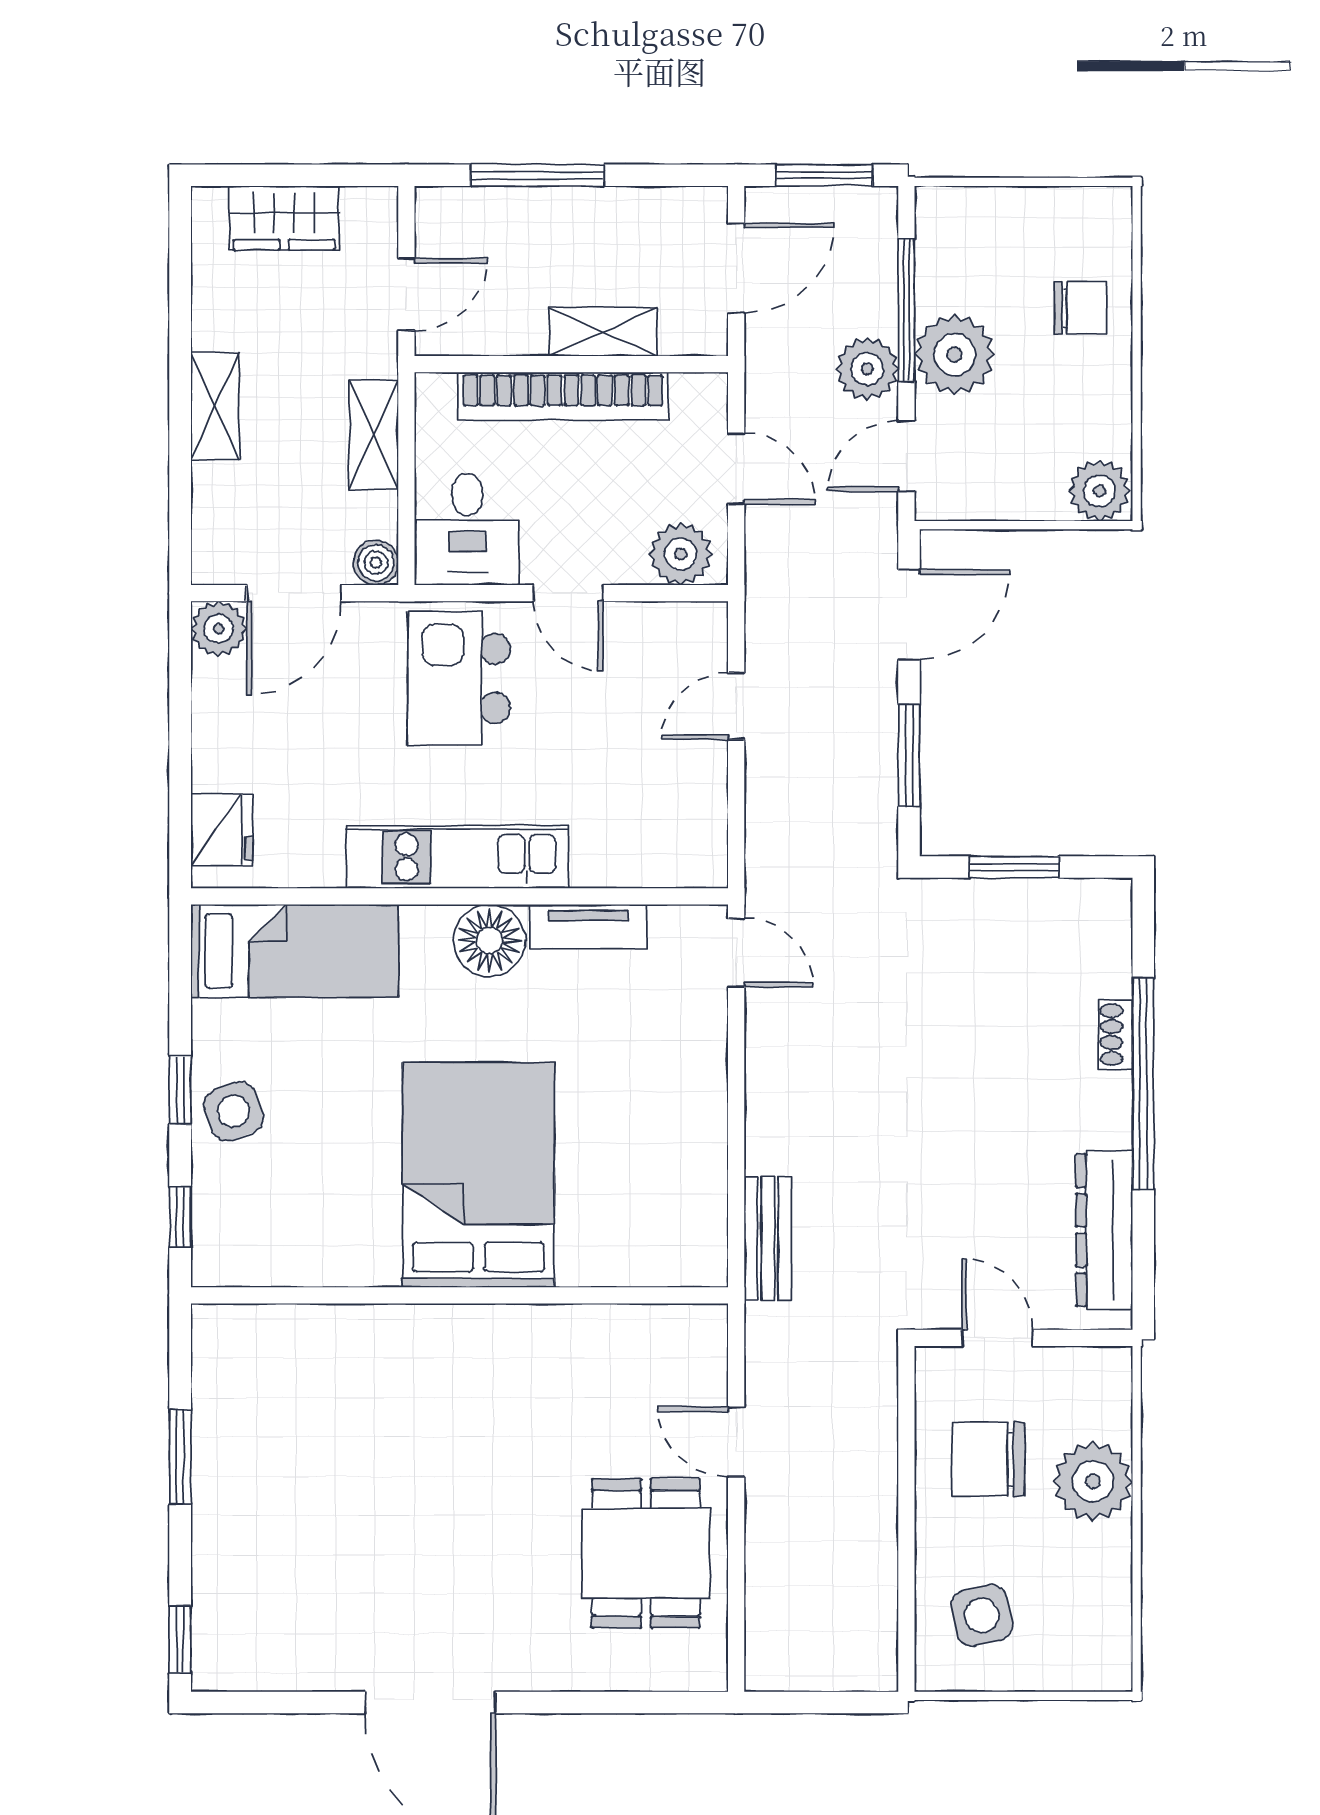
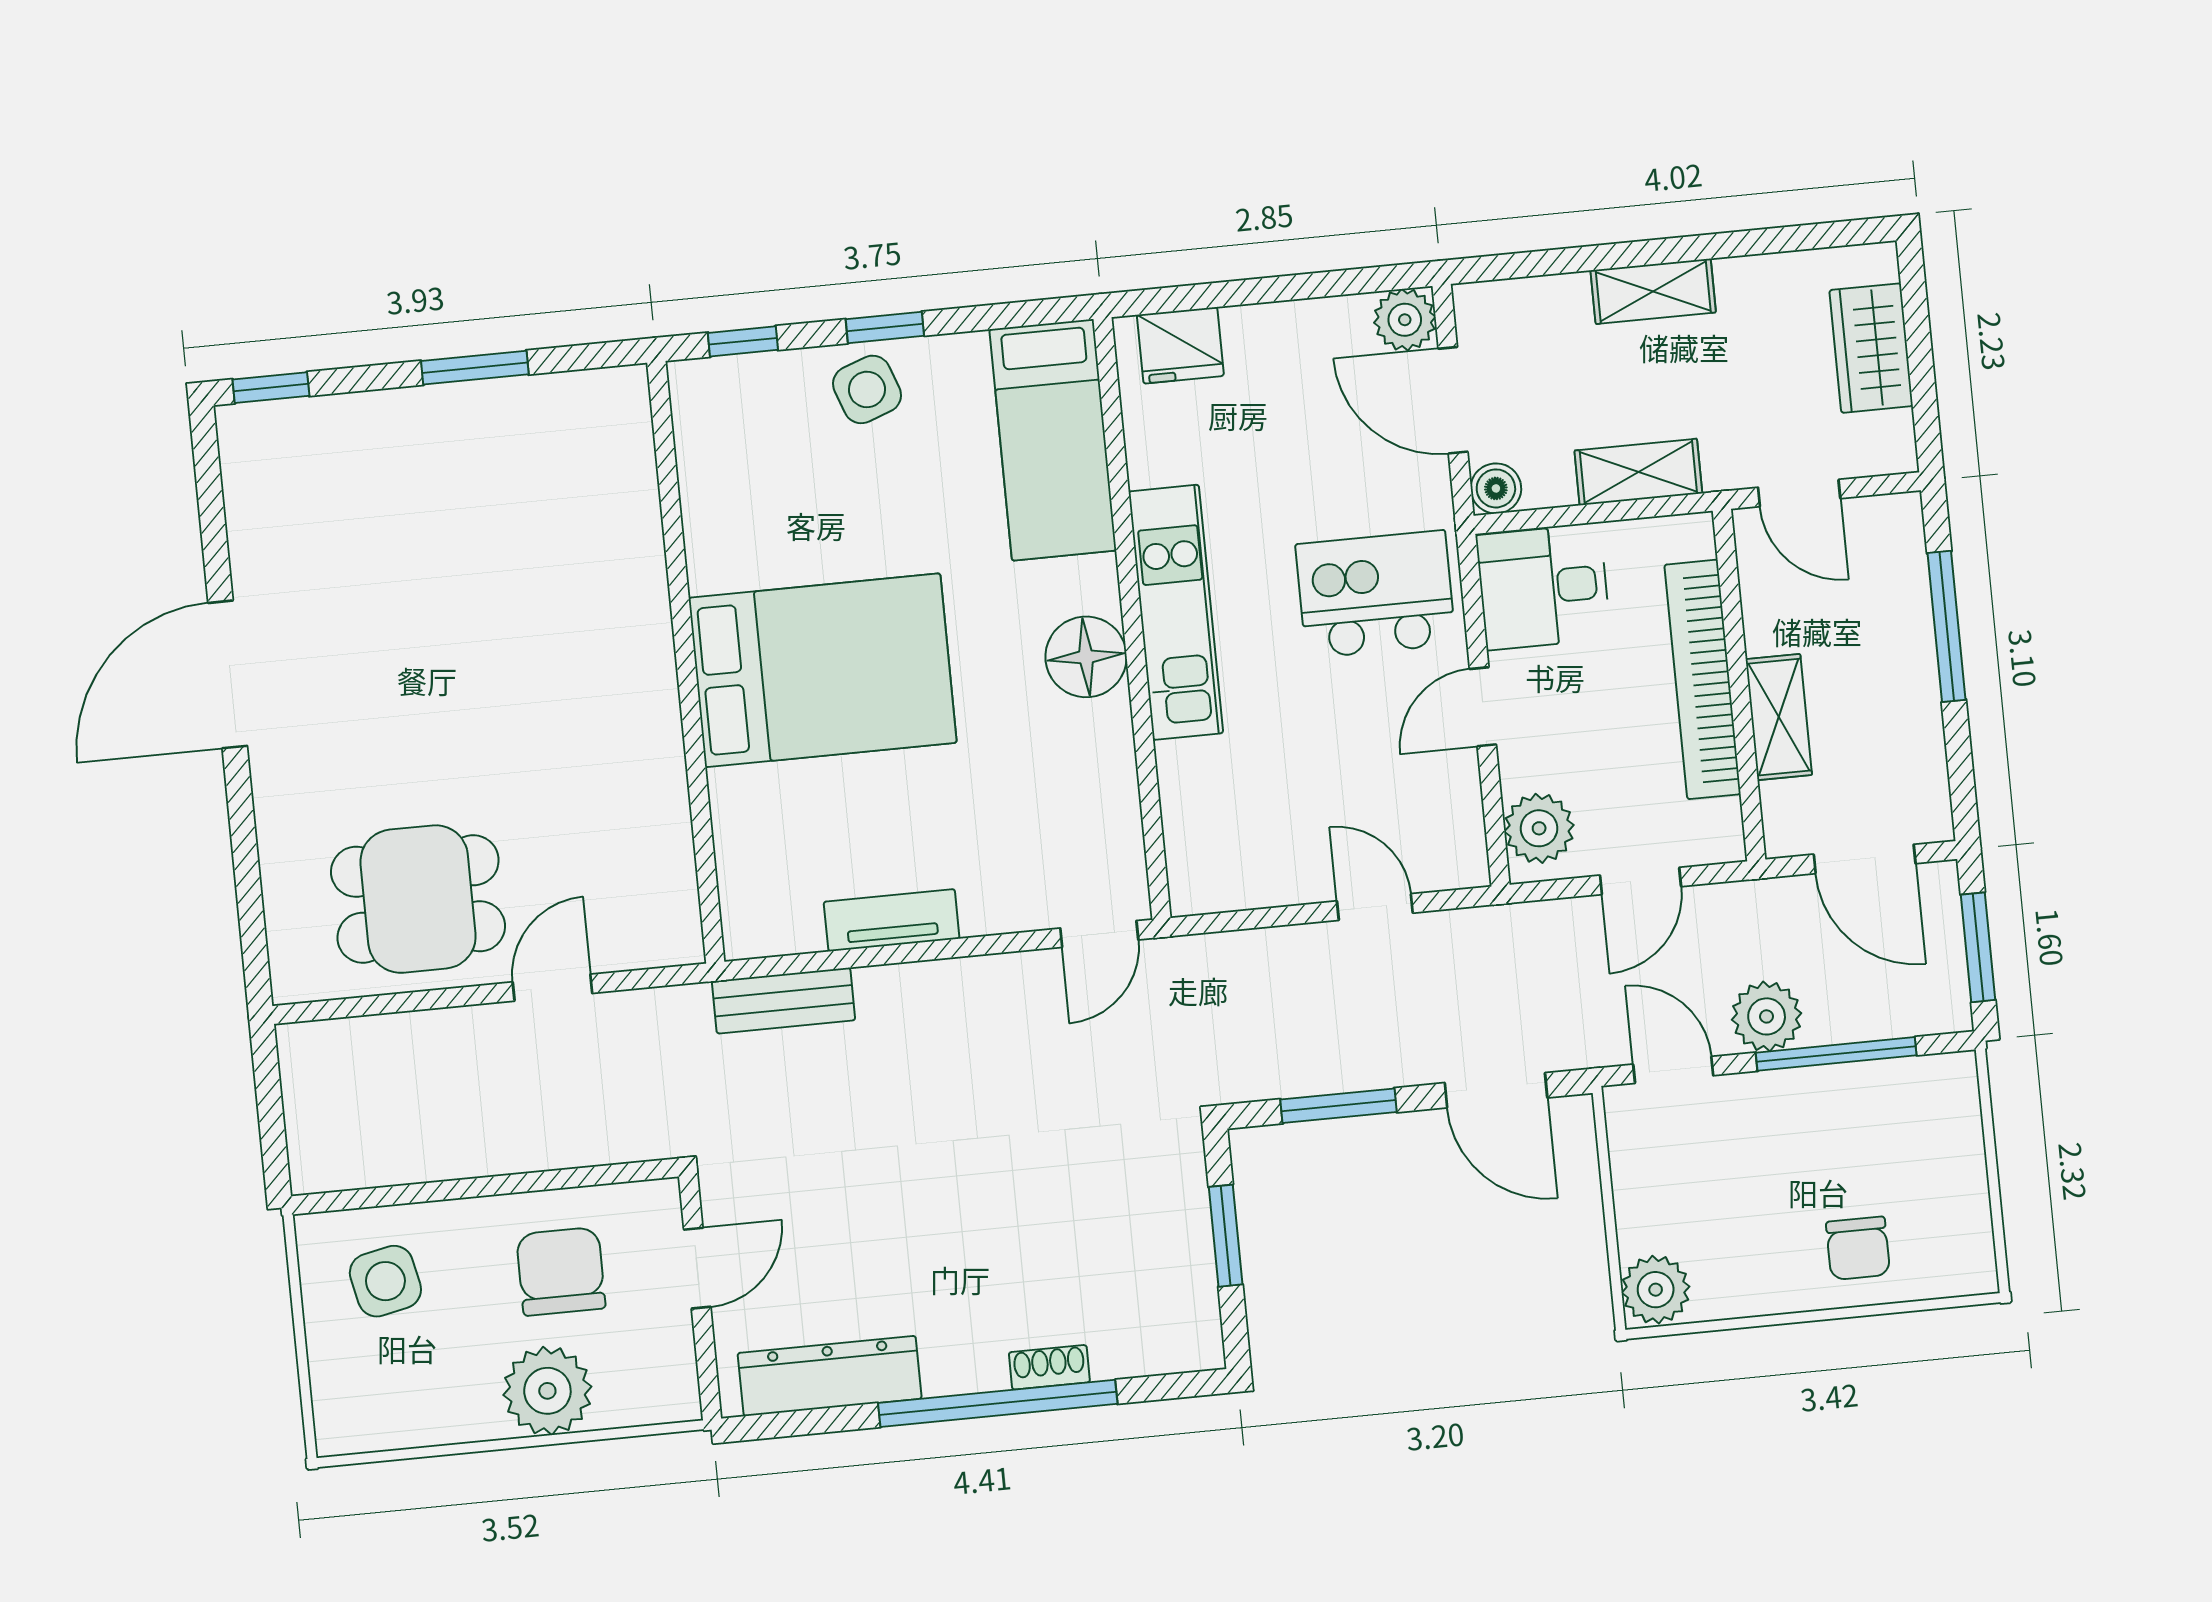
plant: (955, 355) -> (1792, 1113), removed
tv unit: (588, 927) -> (892, 920), moved, turned 90

